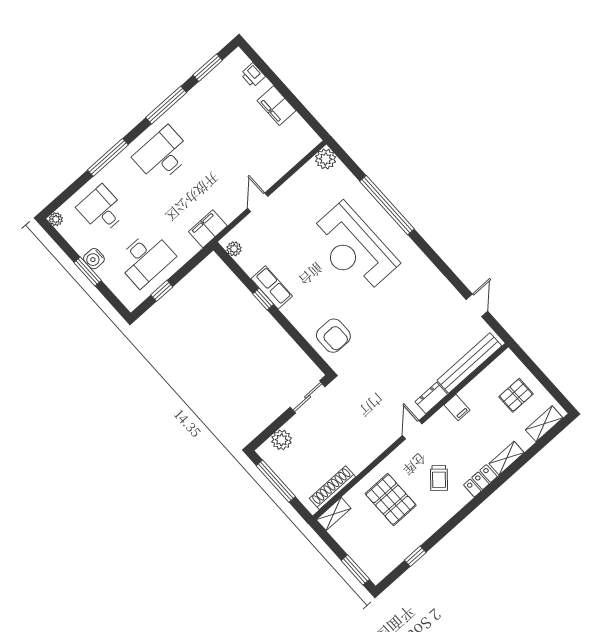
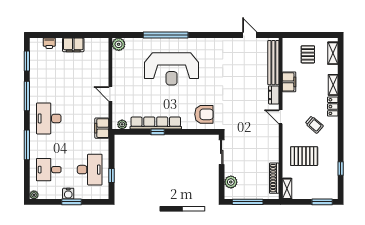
row of seats: (272, 287) -> (156, 123), width x2.02
filing cabinet: (457, 408) -> (289, 82), width x2.00

